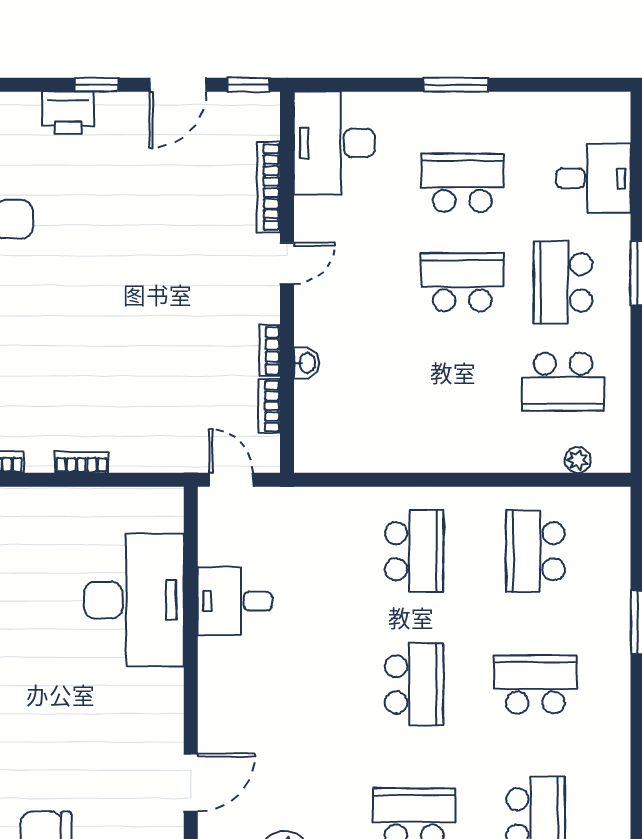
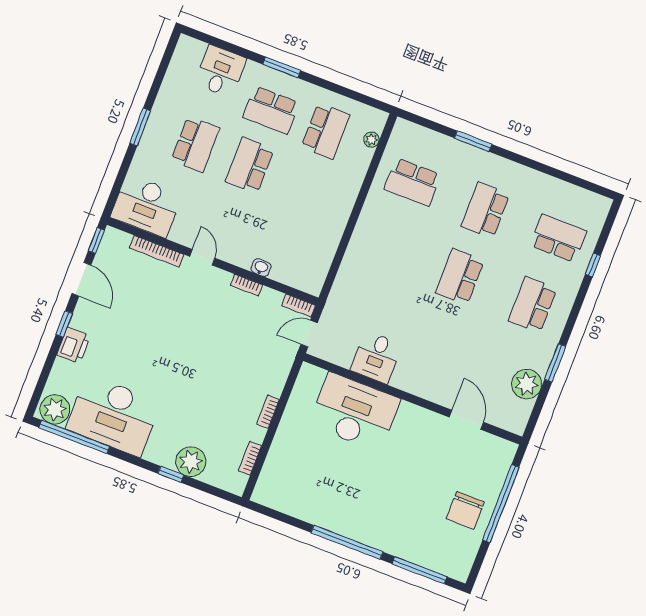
school desk: (462, 183) -> (195, 144), turned 180
bookcase: (269, 406) -> (299, 306), moved
school desk: (414, 551) -> (387, 248), removed
school desk: (414, 684) -> (460, 277), turned -90

